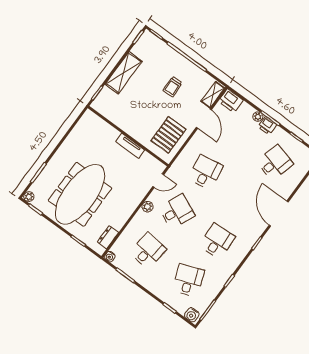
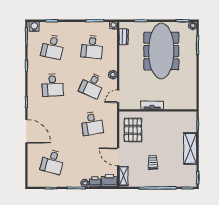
printer: (267, 126) -> (95, 182), moved
desk: (188, 280) -> (53, 47), turned 33

